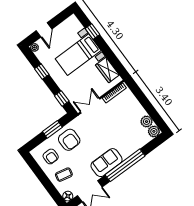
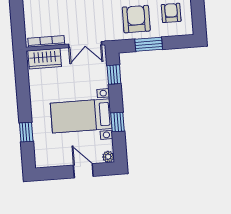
door: (44, 30) -> (83, 171), hinge flipped
bed with nightstands: (78, 55) -> (81, 116), moved, turned 180
wardrobe: (107, 70) -> (45, 59), moved, turned 90

